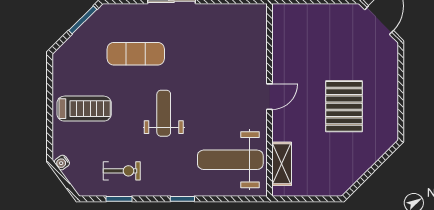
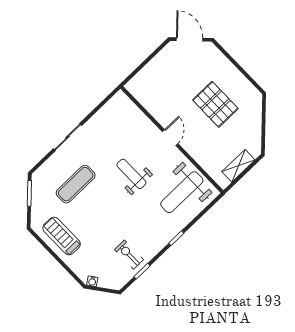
treadmill: (84, 109) -> (62, 236), moved, turned -90
weight bench: (164, 113) -> (131, 174), moved
shelving: (282, 164) -> (238, 166), moved, turned 90
exercise bike: (122, 171) -> (129, 255), turned -90

